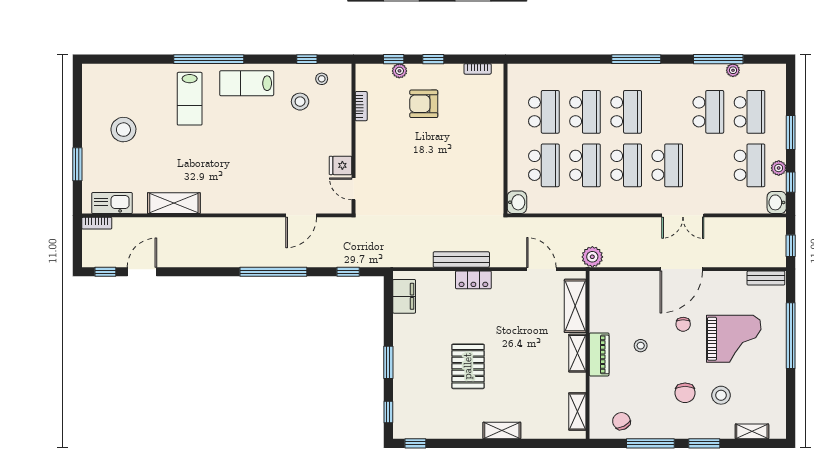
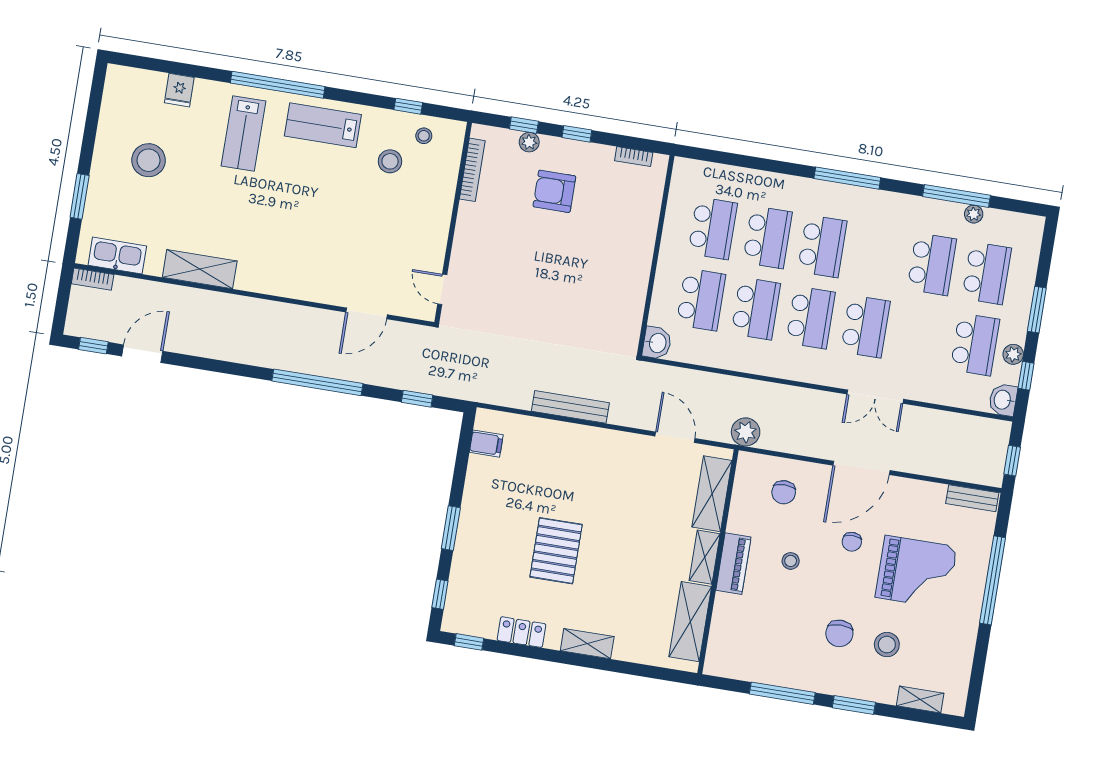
bookcase: (361, 106) -> (472, 170), width x1.56
fridge: (341, 165) -> (179, 90), moved, turned -90
locker: (473, 280) -> (521, 632), moved, turned 180
filing cabinet: (404, 296) -> (486, 444), width x0.50
shelving: (577, 411) -> (690, 622), width x1.50, depth x1.33
chair: (621, 421) -> (784, 492), moved, turned -153

